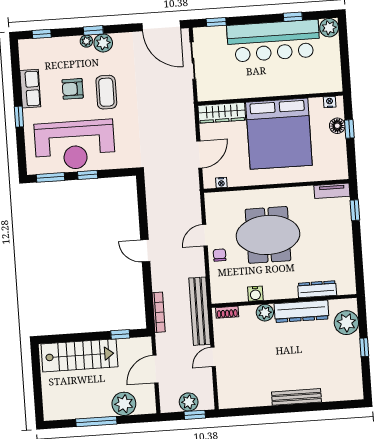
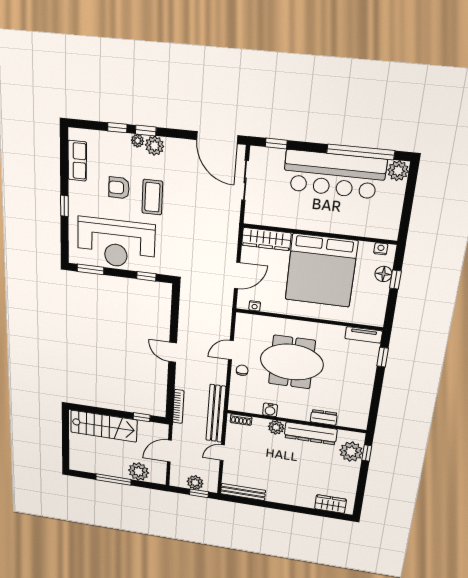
window: (293, 17) -> (361, 152), width x3.17
window: (42, 34) -> (117, 128), moved
row of seats: (30, 89) -> (77, 161), moved
window: (88, 175) -> (146, 276), moved
dresser: (317, 289) -> (324, 417), width x0.70
window: (364, 347) -> (367, 453), moved
wardrobe: (338, 392) -> (330, 504), added
bench: (296, 397) -> (243, 492), moved

